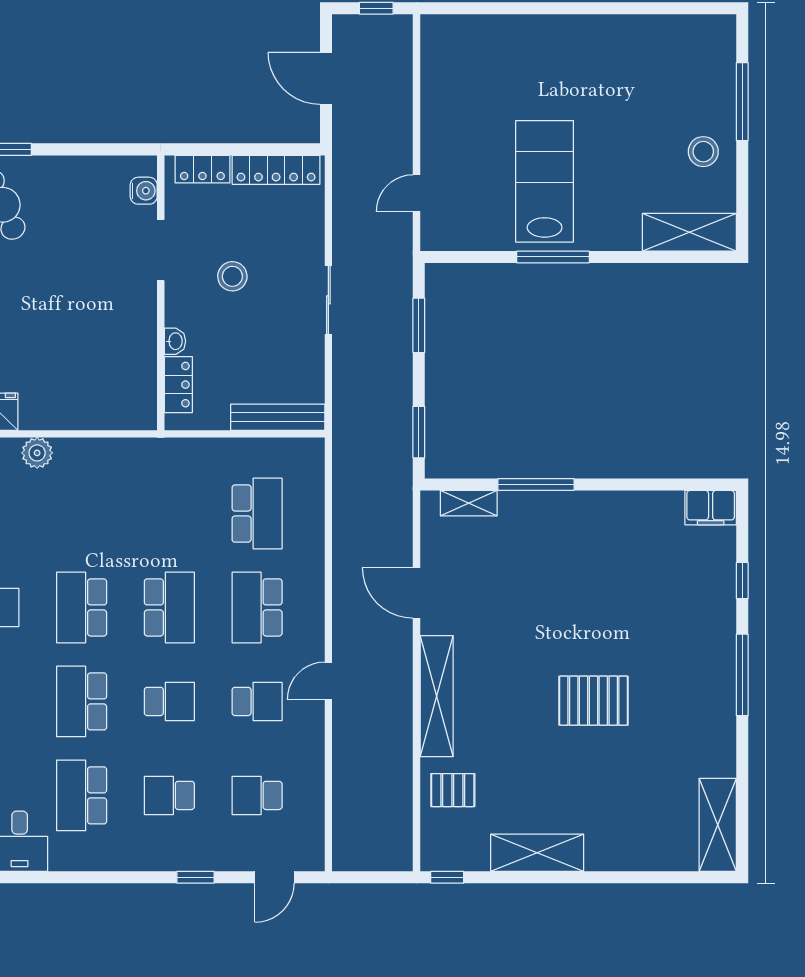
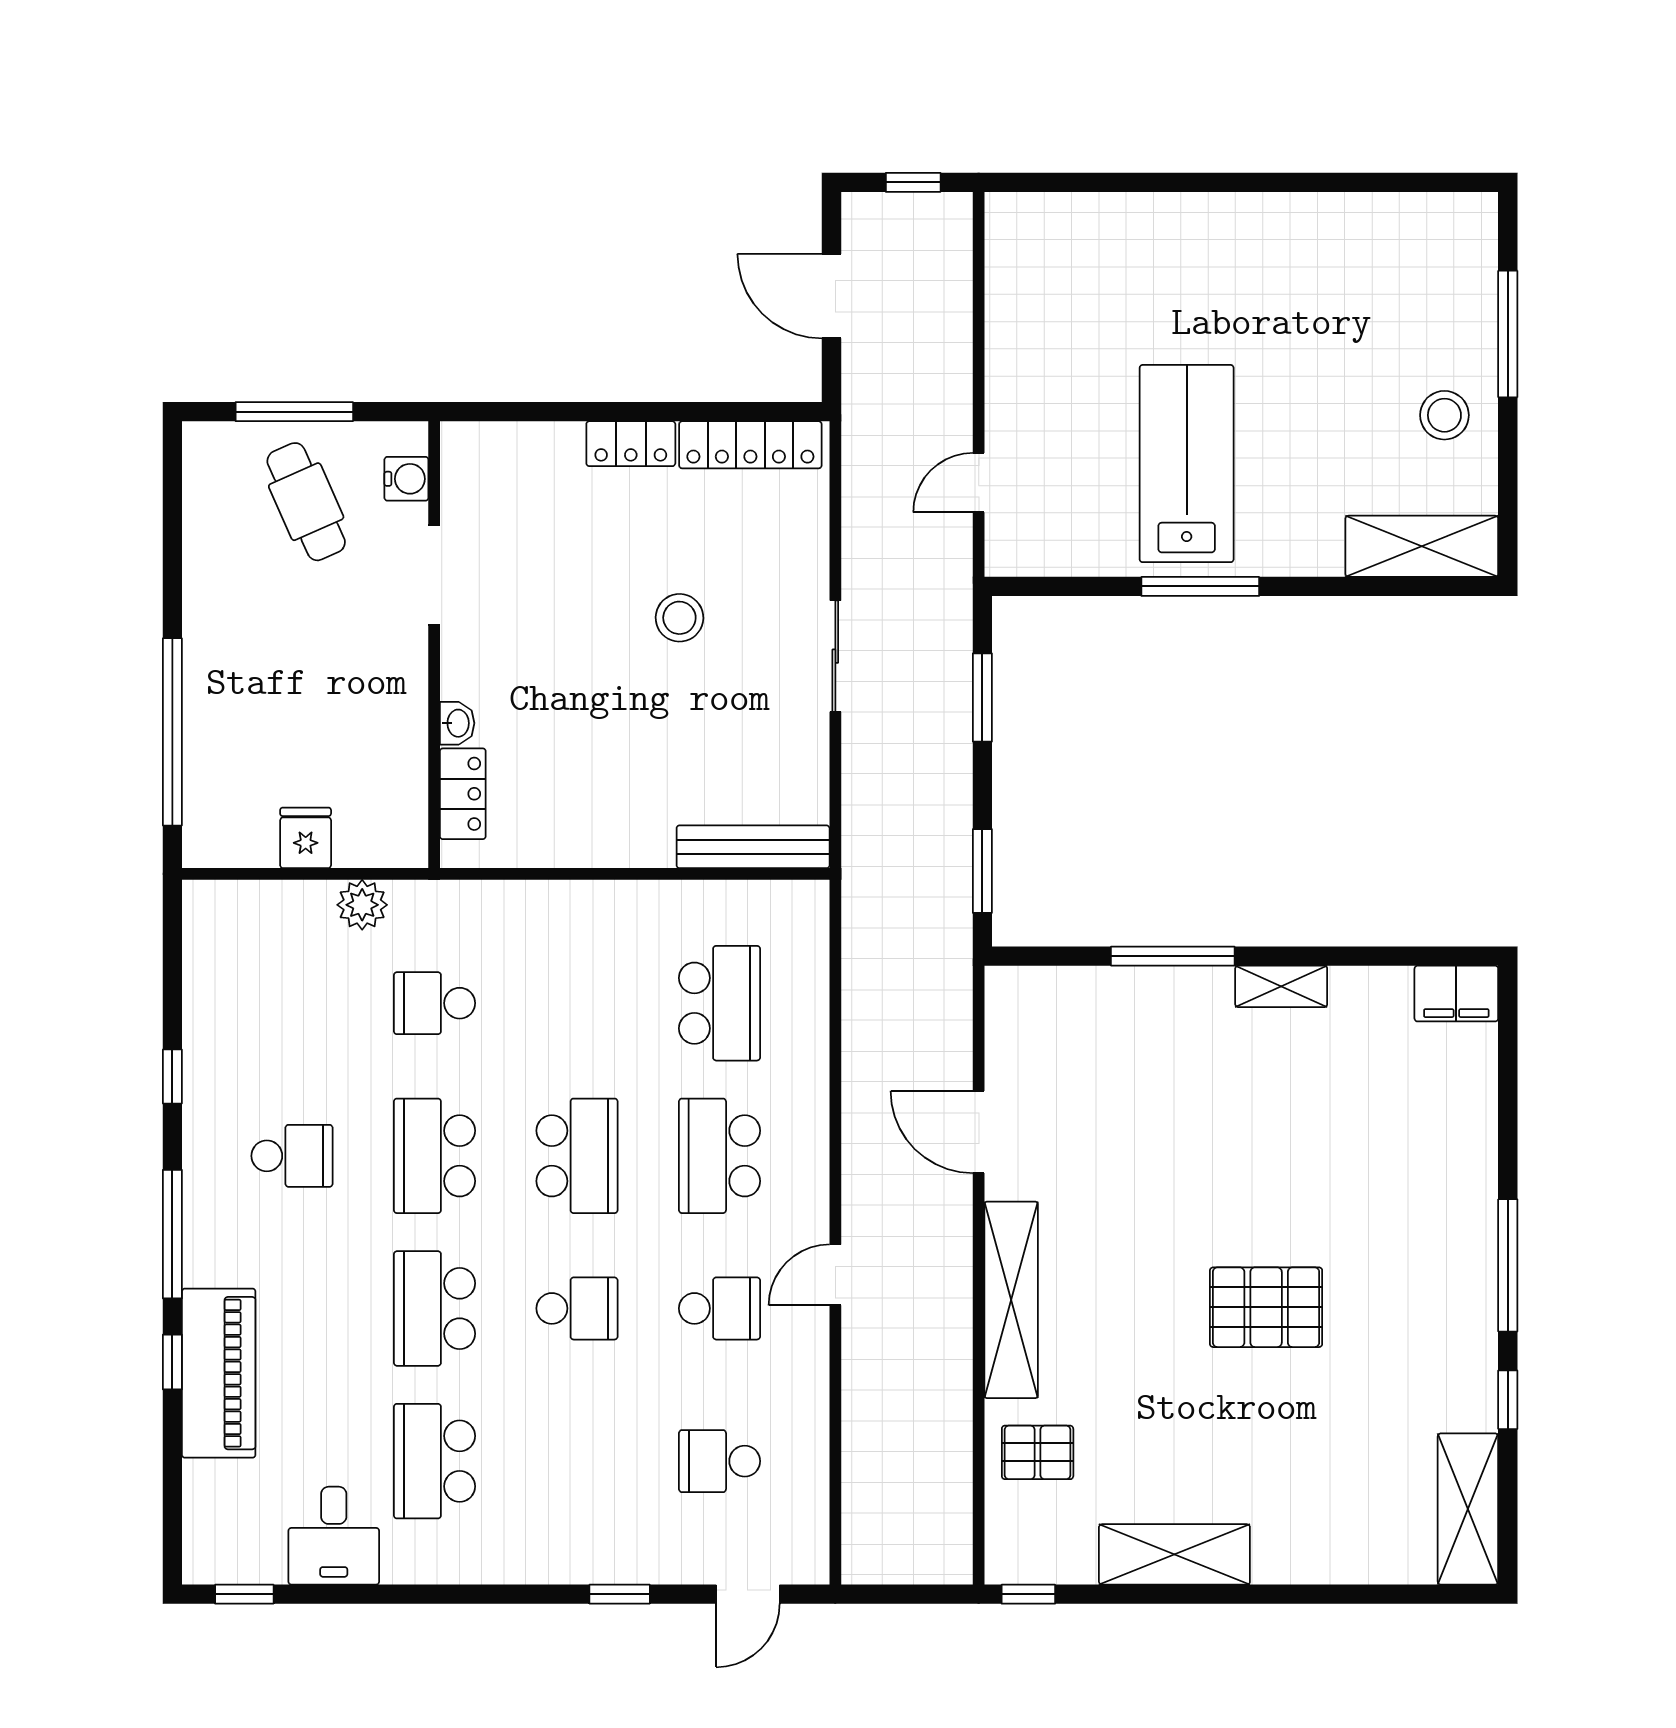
water cooler: (144, 191) -> (406, 479), moved
doorway: (161, 250) -> (434, 575), moved
wall: (161, 293) -> (434, 645), moved
washbasin: (175, 341) -> (457, 723), moved
locker: (178, 385) -> (463, 794), moved
shelving: (469, 503) -> (1281, 986), moved
window: (742, 580) -> (1508, 1400), moved
school desk: (169, 795) -> (434, 1003), moved

